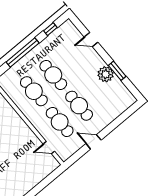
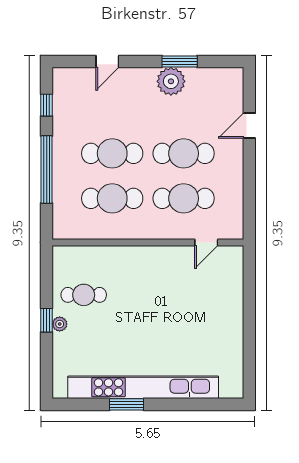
door: (94, 142) -> (249, 126), moved

